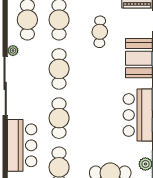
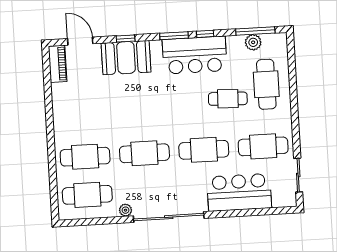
cafe table: (100, 32) -> (228, 99), moved

